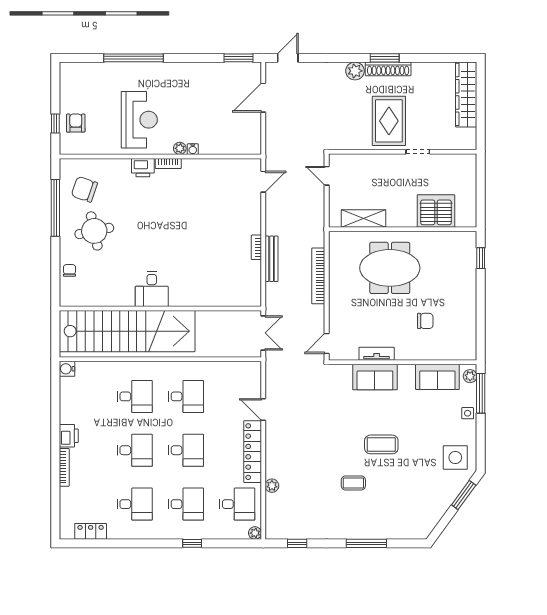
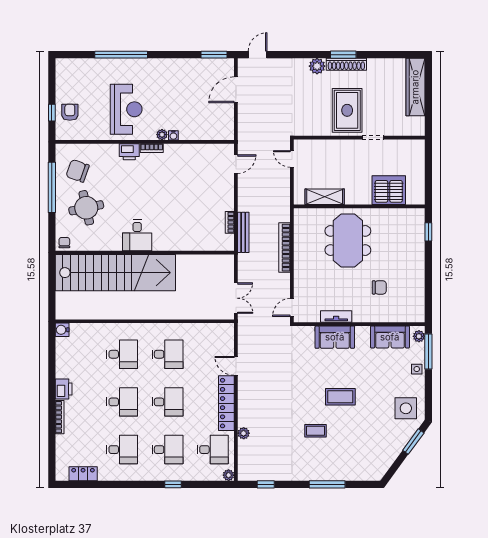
meeting table: (390, 268) -> (348, 240), turned 90
desk: (152, 289) -> (137, 235), moved
wall: (160, 309) -> (145, 253), moved
stairs: (127, 331) -> (115, 273), moved

